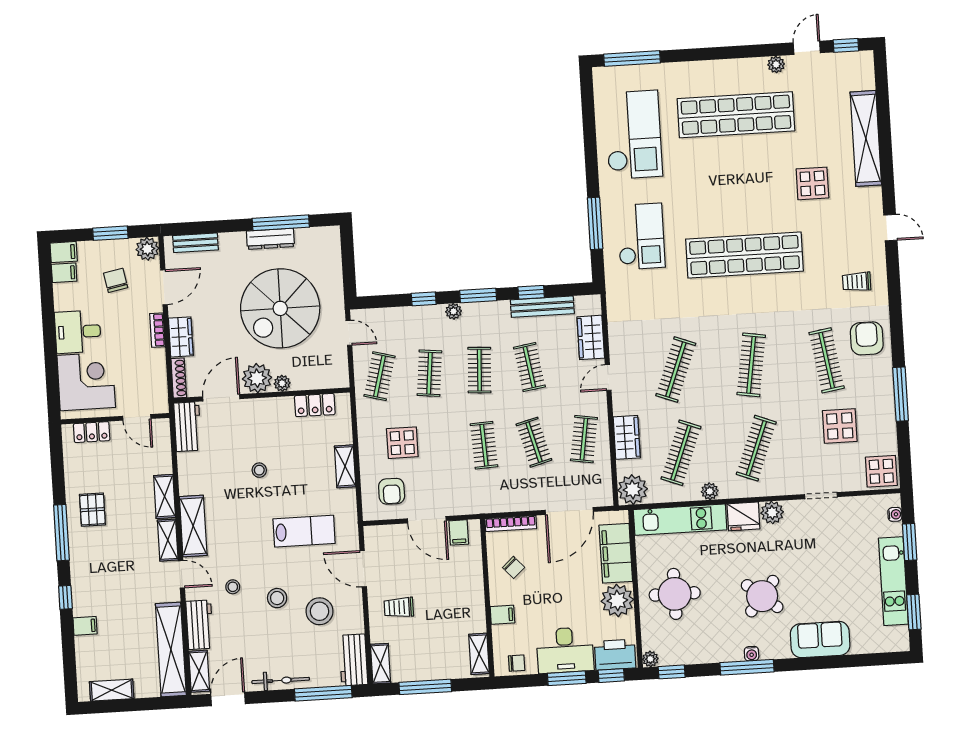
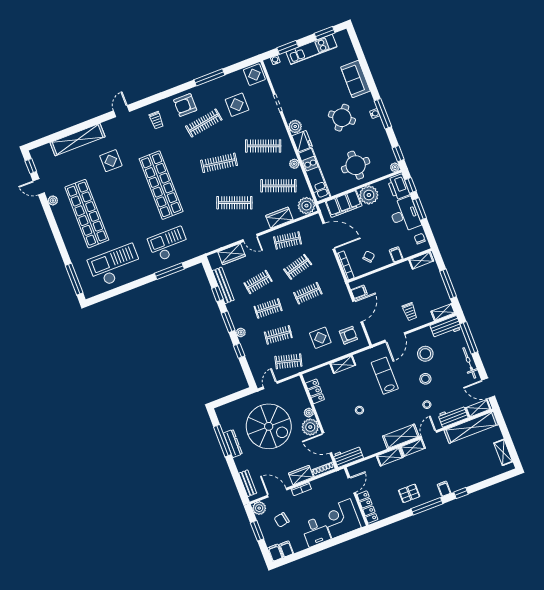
locker: (92, 432) -> (367, 507), width x1.53
filing cabinet: (85, 626) -> (444, 489), moved

